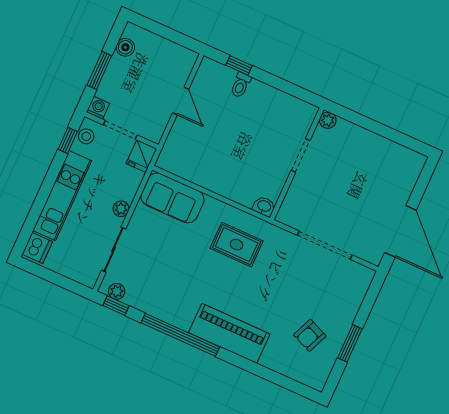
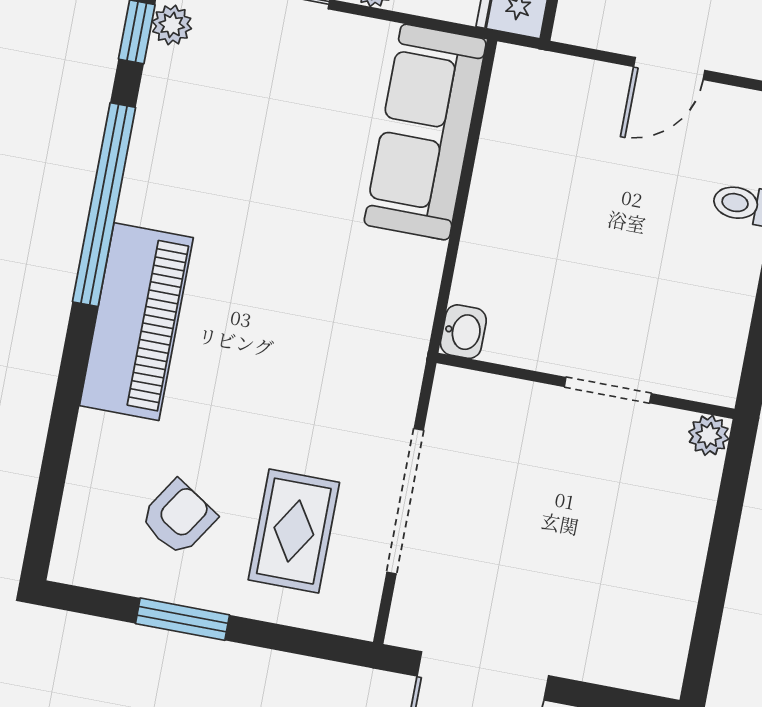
sofa: (172, 198) -> (425, 132), width x1.36
rug: (237, 245) -> (294, 531), moved
armchair: (310, 335) -> (178, 518), turned 100

